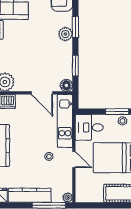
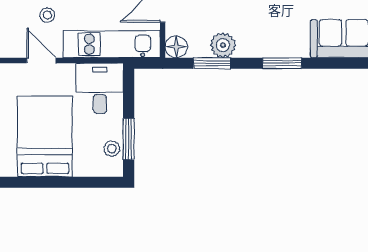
plant: (65, 34) -> (223, 45), moved
door: (74, 160) -> (41, 60), swing flipped

